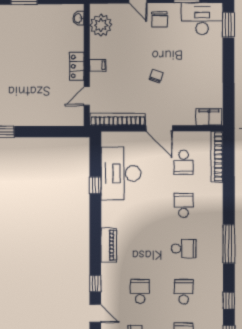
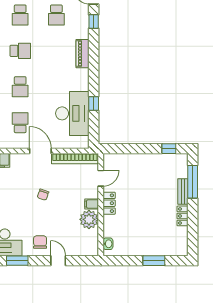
plant: (101, 25) -> (89, 219), moved
school desk: (184, 249) -> (20, 51), turned 180

